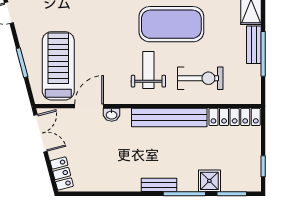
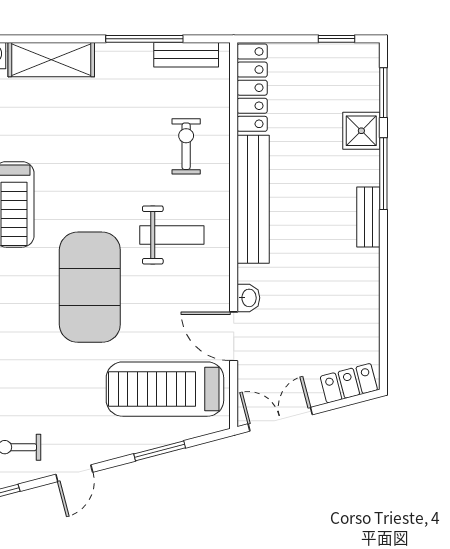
exercise mat: (171, 24) -> (90, 287), moved
bench: (254, 45) -> (186, 55), moved
weight bench: (148, 70) -> (172, 235), turned 180
exercise bike: (200, 78) -> (186, 146), width x0.73, depth x0.72

